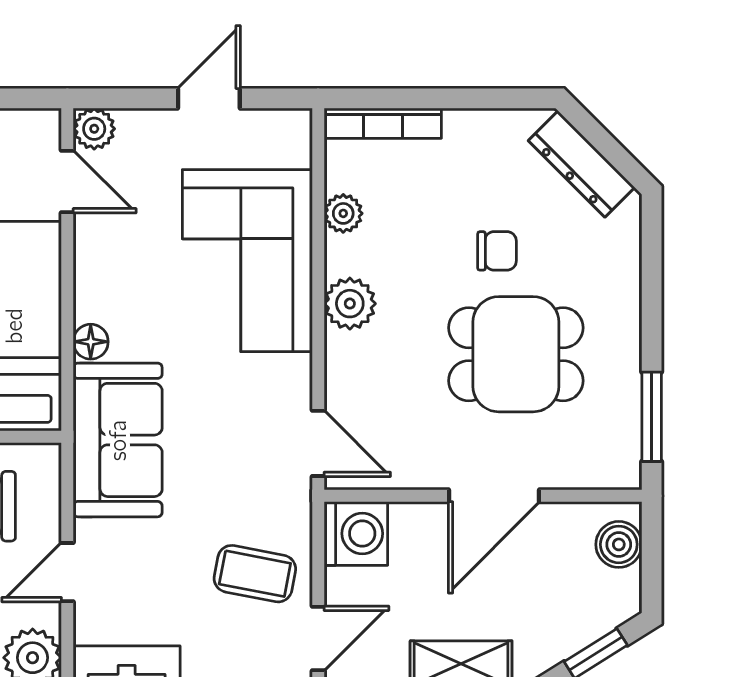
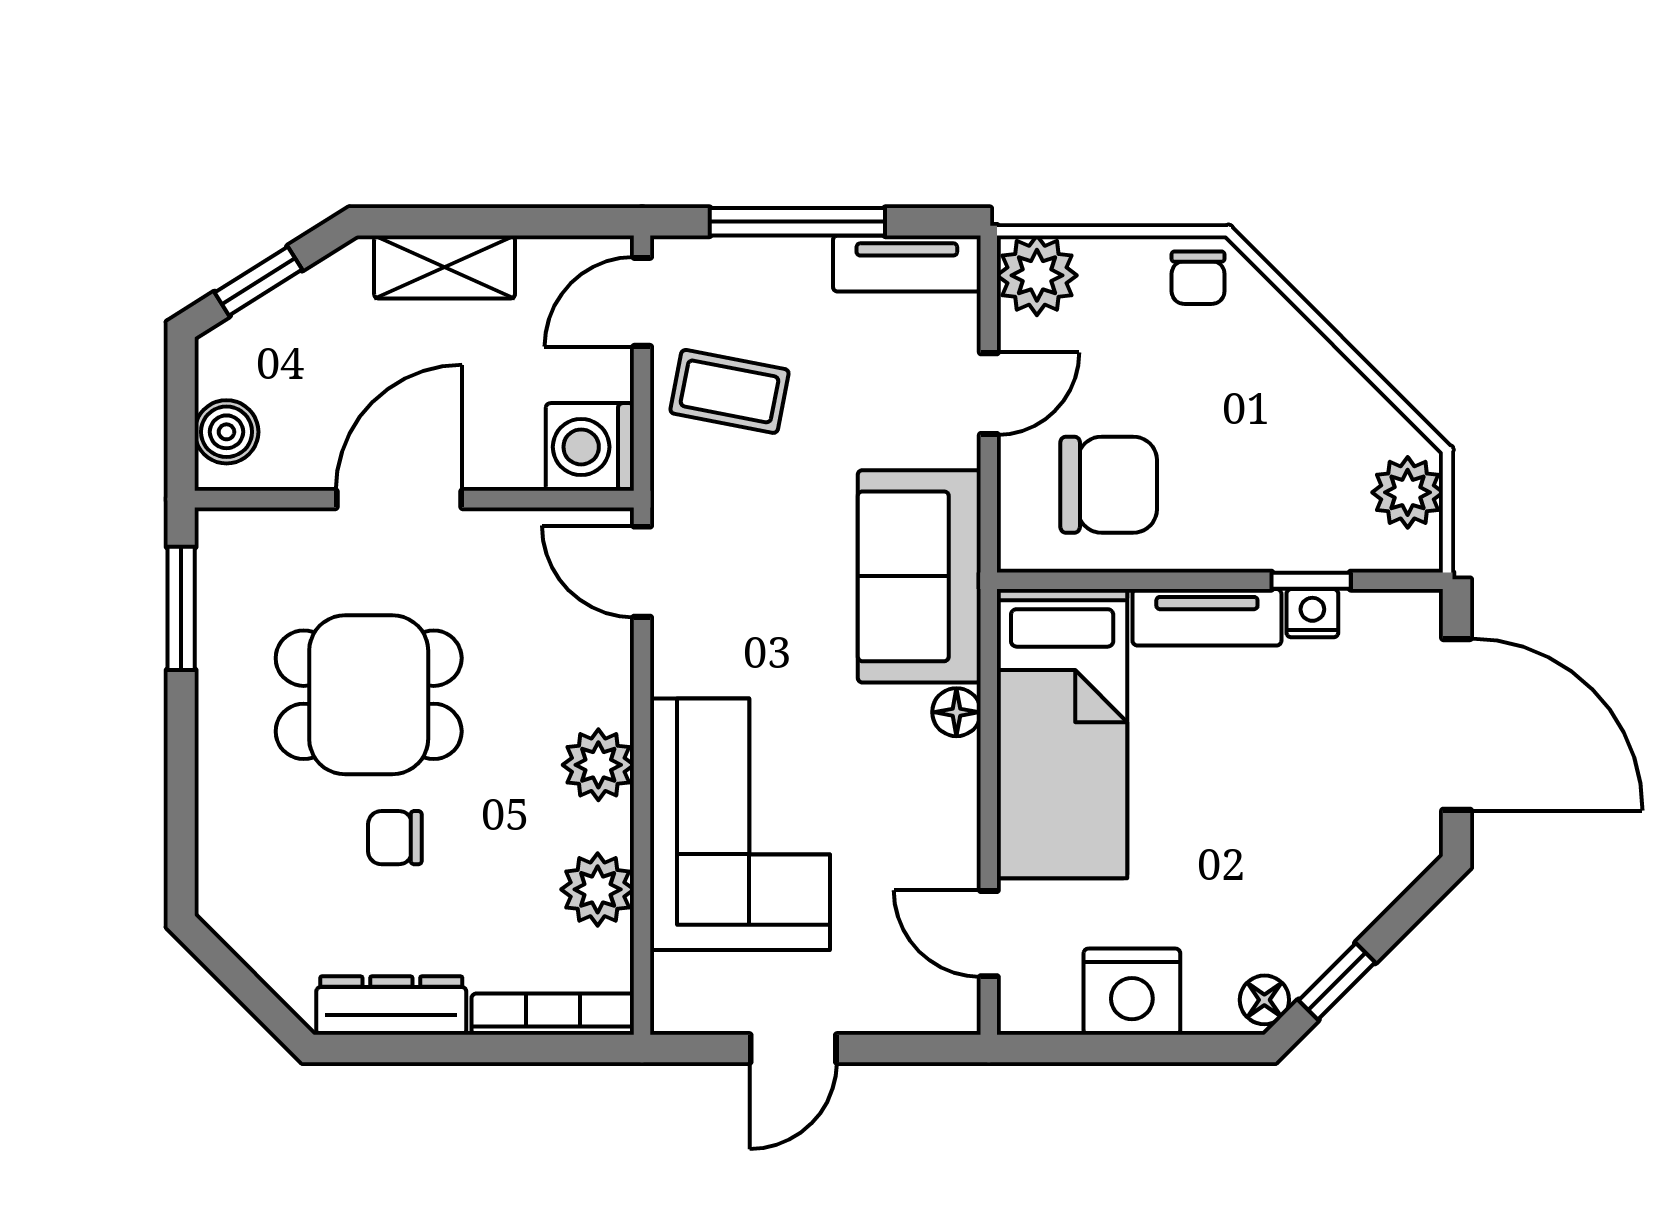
plant: (94, 129) -> (952, 1007), removed
dresser: (581, 164) -> (391, 1006), moved, turned -45
plant: (343, 213) -> (598, 889), width x1.38, depth x1.38

